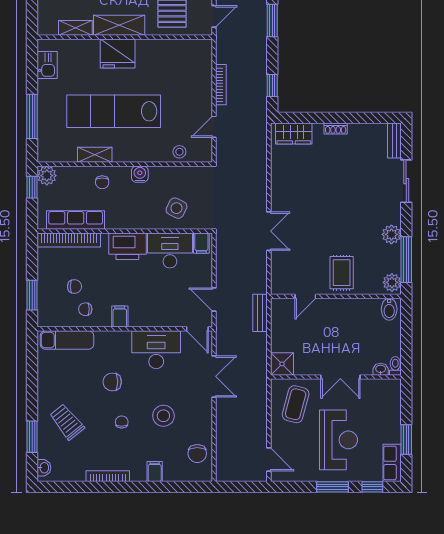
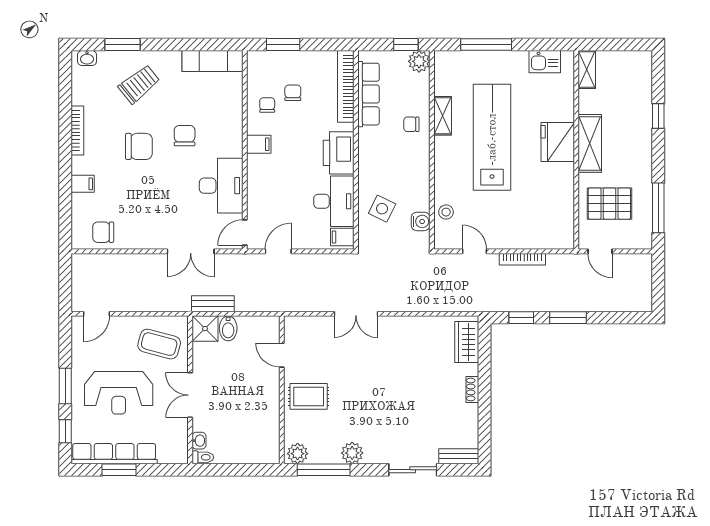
window: (272, 20) -> (568, 318), moved
shelving: (75, 28) -> (587, 69), moved
water cooler: (140, 174) -> (421, 221), moved
chair: (75, 287) -> (293, 93), turned 180
bidet: (389, 309) -> (228, 328), moved, turned -90
bench: (260, 313) -> (213, 304), moved
exam couch: (67, 340) -> (212, 61), moved, turned -90
stool: (163, 416) -> (146, 194), removed
chair: (122, 422) -> (139, 146), width x1.87, depth x1.87
row of seats: (392, 463) -> (114, 454), width x2.02

